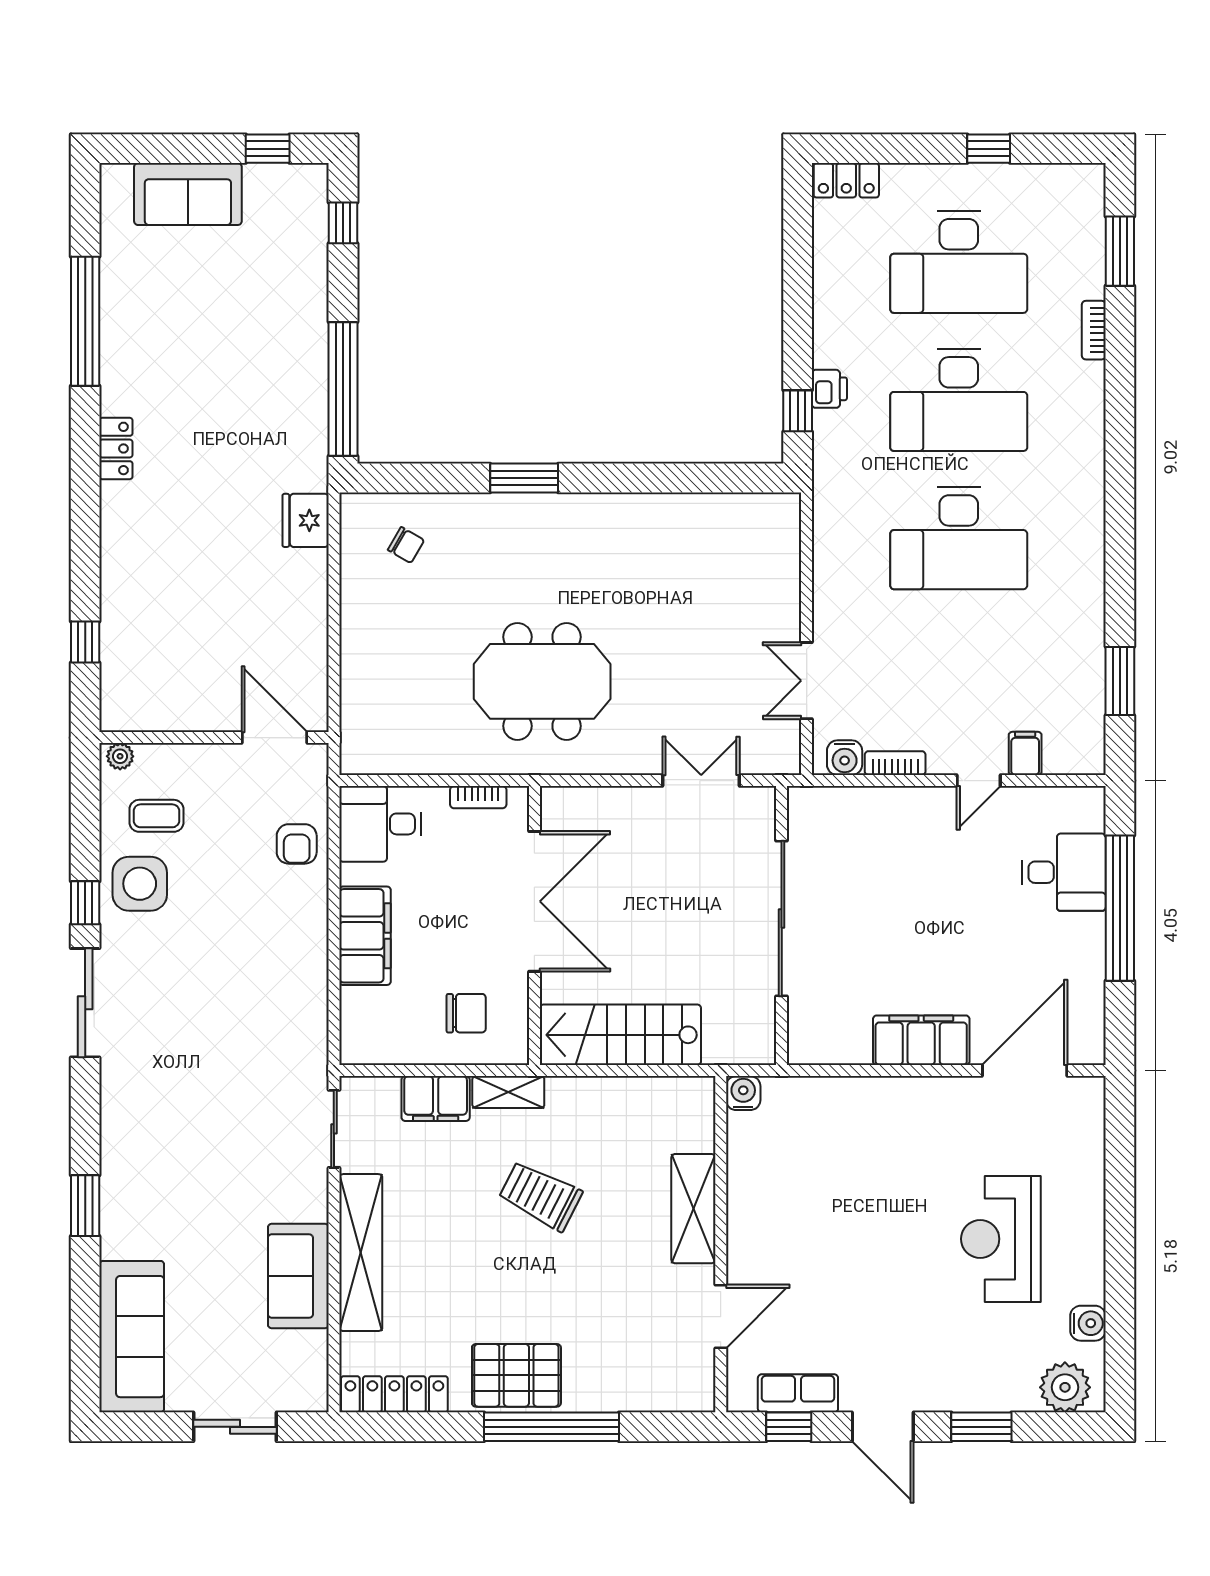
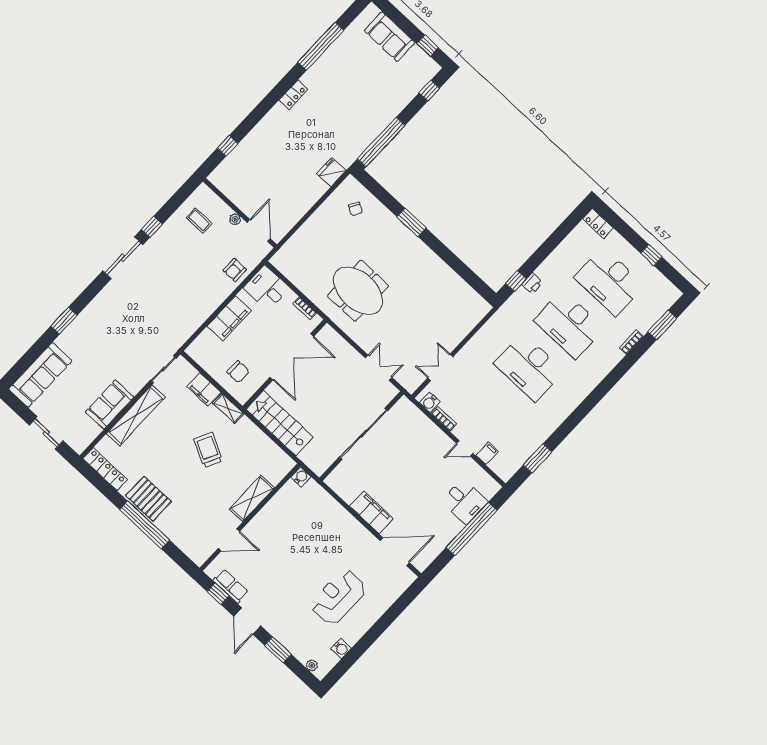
plant: (120, 756) -> (235, 219), moved
side table: (140, 884) -> (174, 237), removed
plant: (1065, 1387) -> (312, 665), width x0.53, depth x0.53

